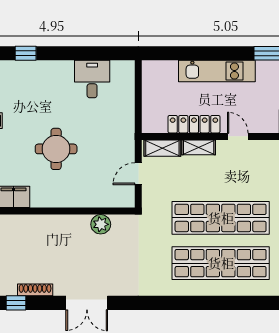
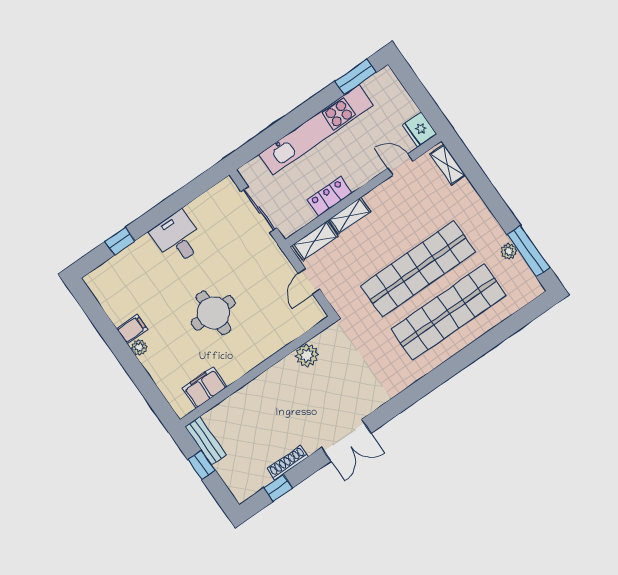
kitchen unit: (217, 71) -> (316, 130), width x1.36
desk: (92, 79) -> (177, 238), moved
sliding door: (138, 99) -> (259, 210), added
locker: (194, 124) -> (329, 196), width x0.66
door: (238, 136) -> (400, 164), moved

